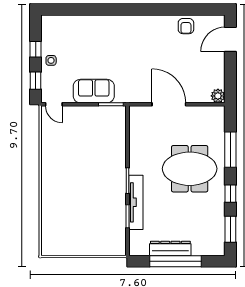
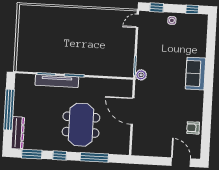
window: (36, 49) -> (192, 9), moved
sofa: (94, 91) -> (196, 74), moved, turned 180
plant: (218, 96) -> (141, 75), moved
door: (169, 104) -> (132, 111), swing flipped
dresser: (170, 248) -> (18, 133), moved

